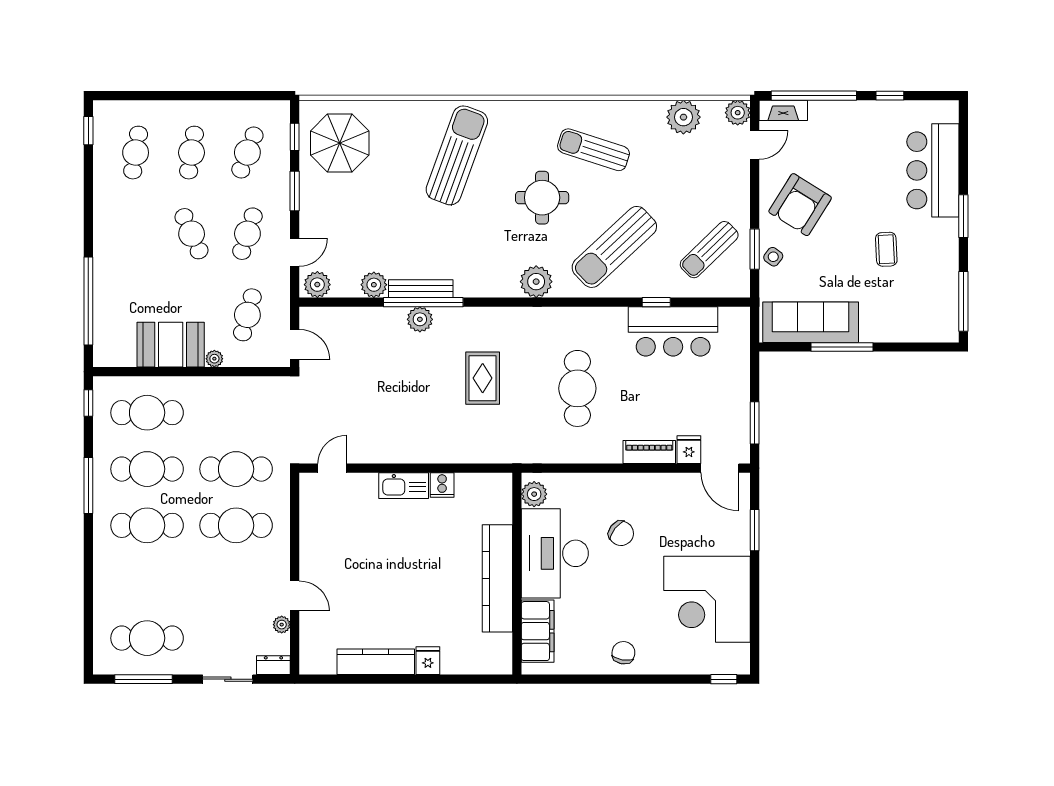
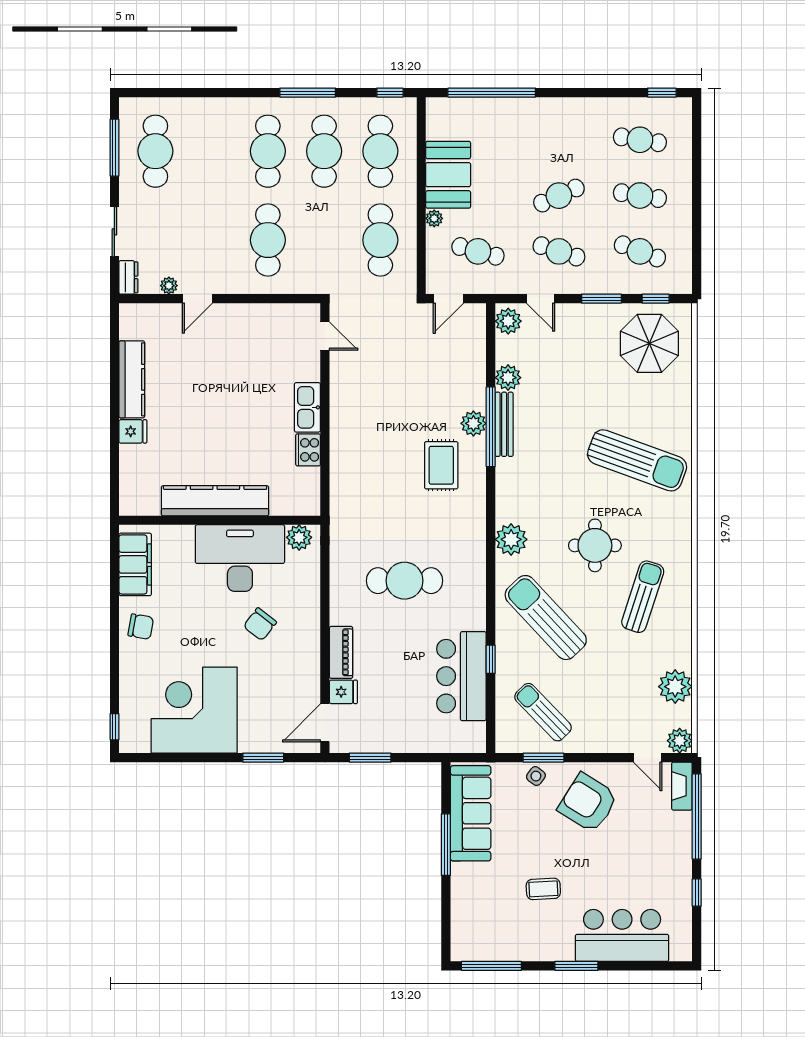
rug: (483, 378) -> (441, 465), moved, turned 90
cafe table: (236, 469) -> (380, 240), moved
cooker: (442, 485) -> (308, 450), width x1.36
filing cabinet: (538, 631) -> (135, 564), moved, turned -90

